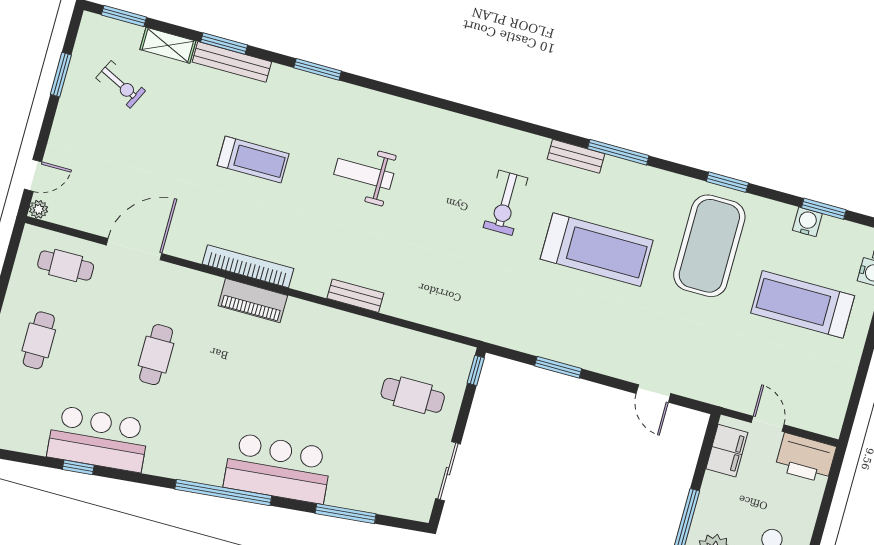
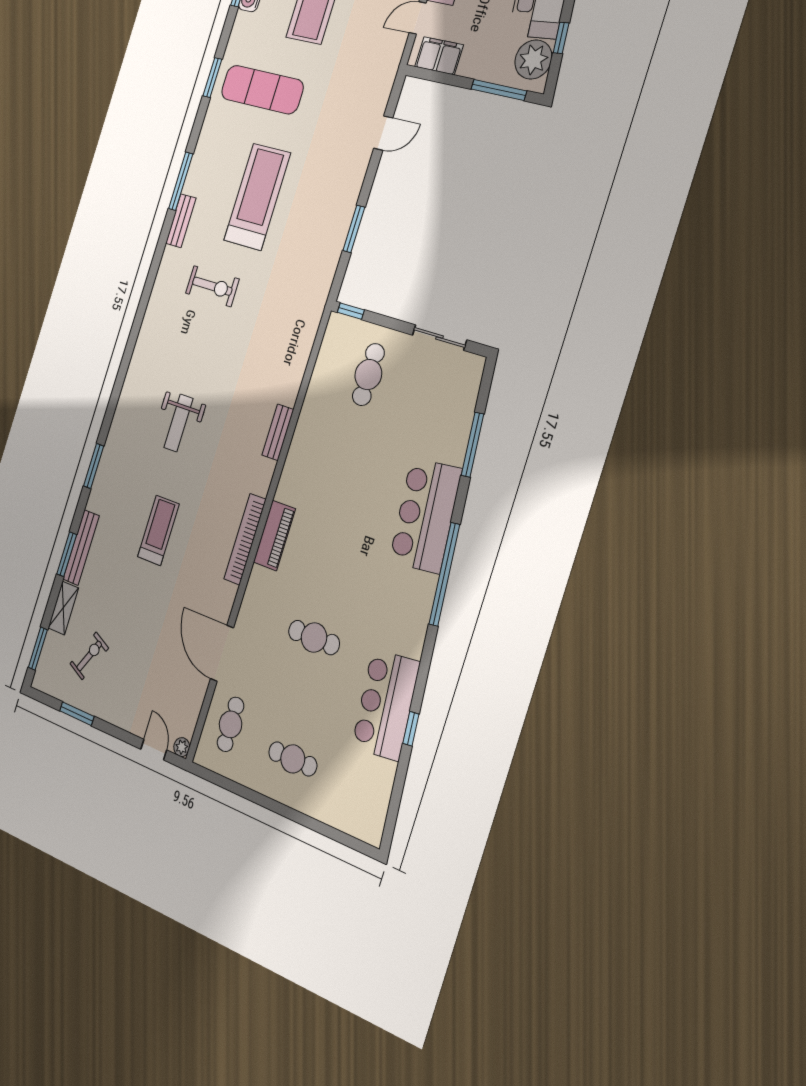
exercise mat: (709, 246) -> (262, 90), width x0.68

